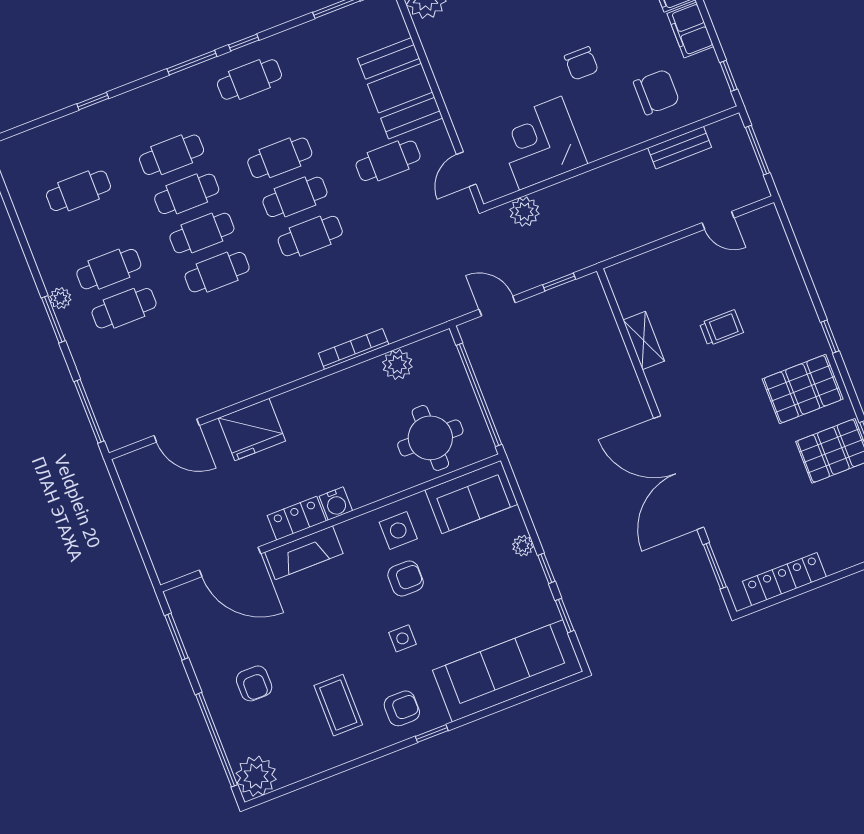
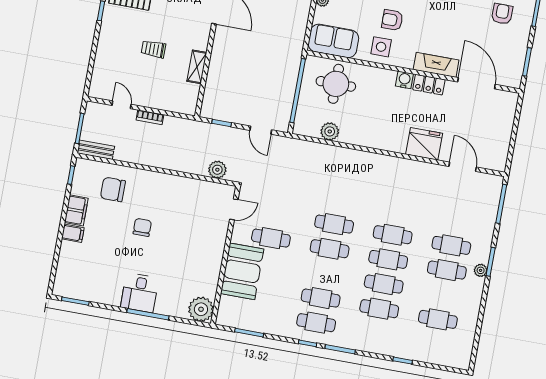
corner desk: (541, 143) -> (188, 199), removed
bench: (680, 148) -> (96, 150), moved
cafe table: (280, 158) -> (321, 298), moved
bookcase: (354, 349) -> (150, 117), moved, width x0.64

